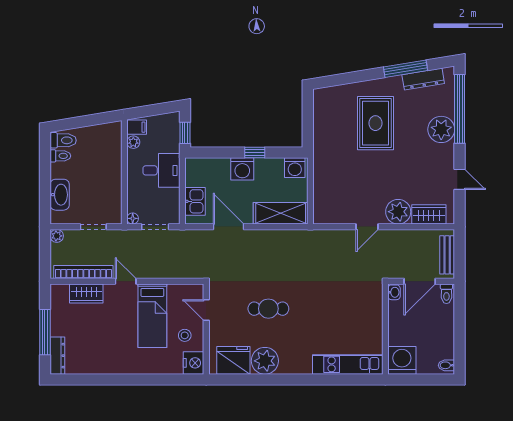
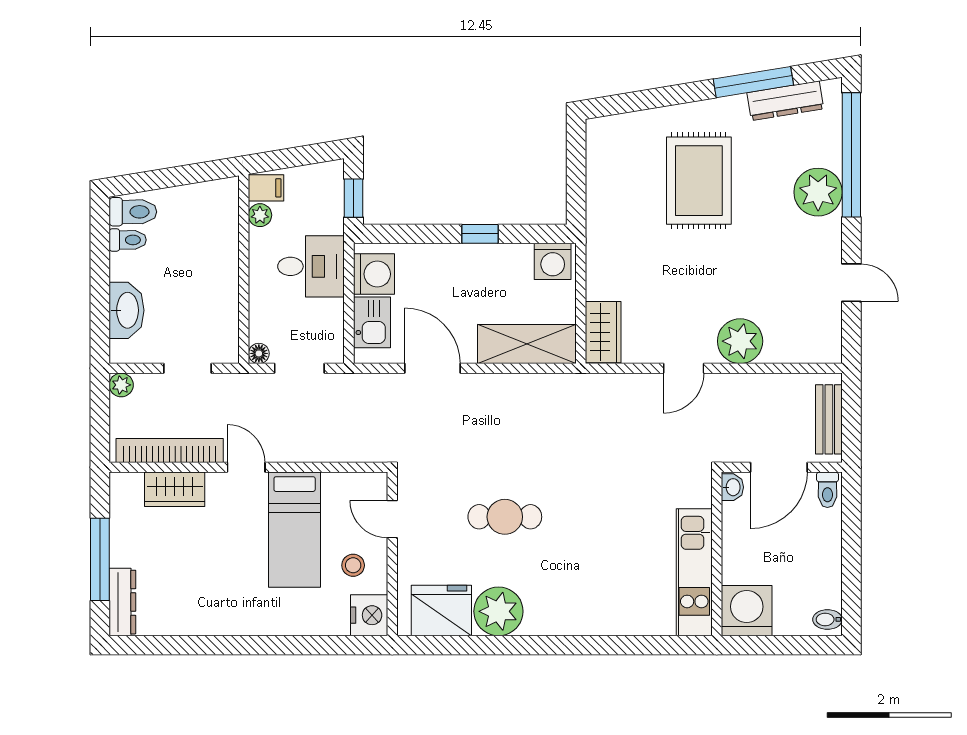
washing machine: (242, 169) -> (374, 274), moved, turned -90
wardrobe: (429, 214) -> (603, 332), moved, turned 90
kitchen unit: (348, 364) -> (694, 572), moved, turned -90

